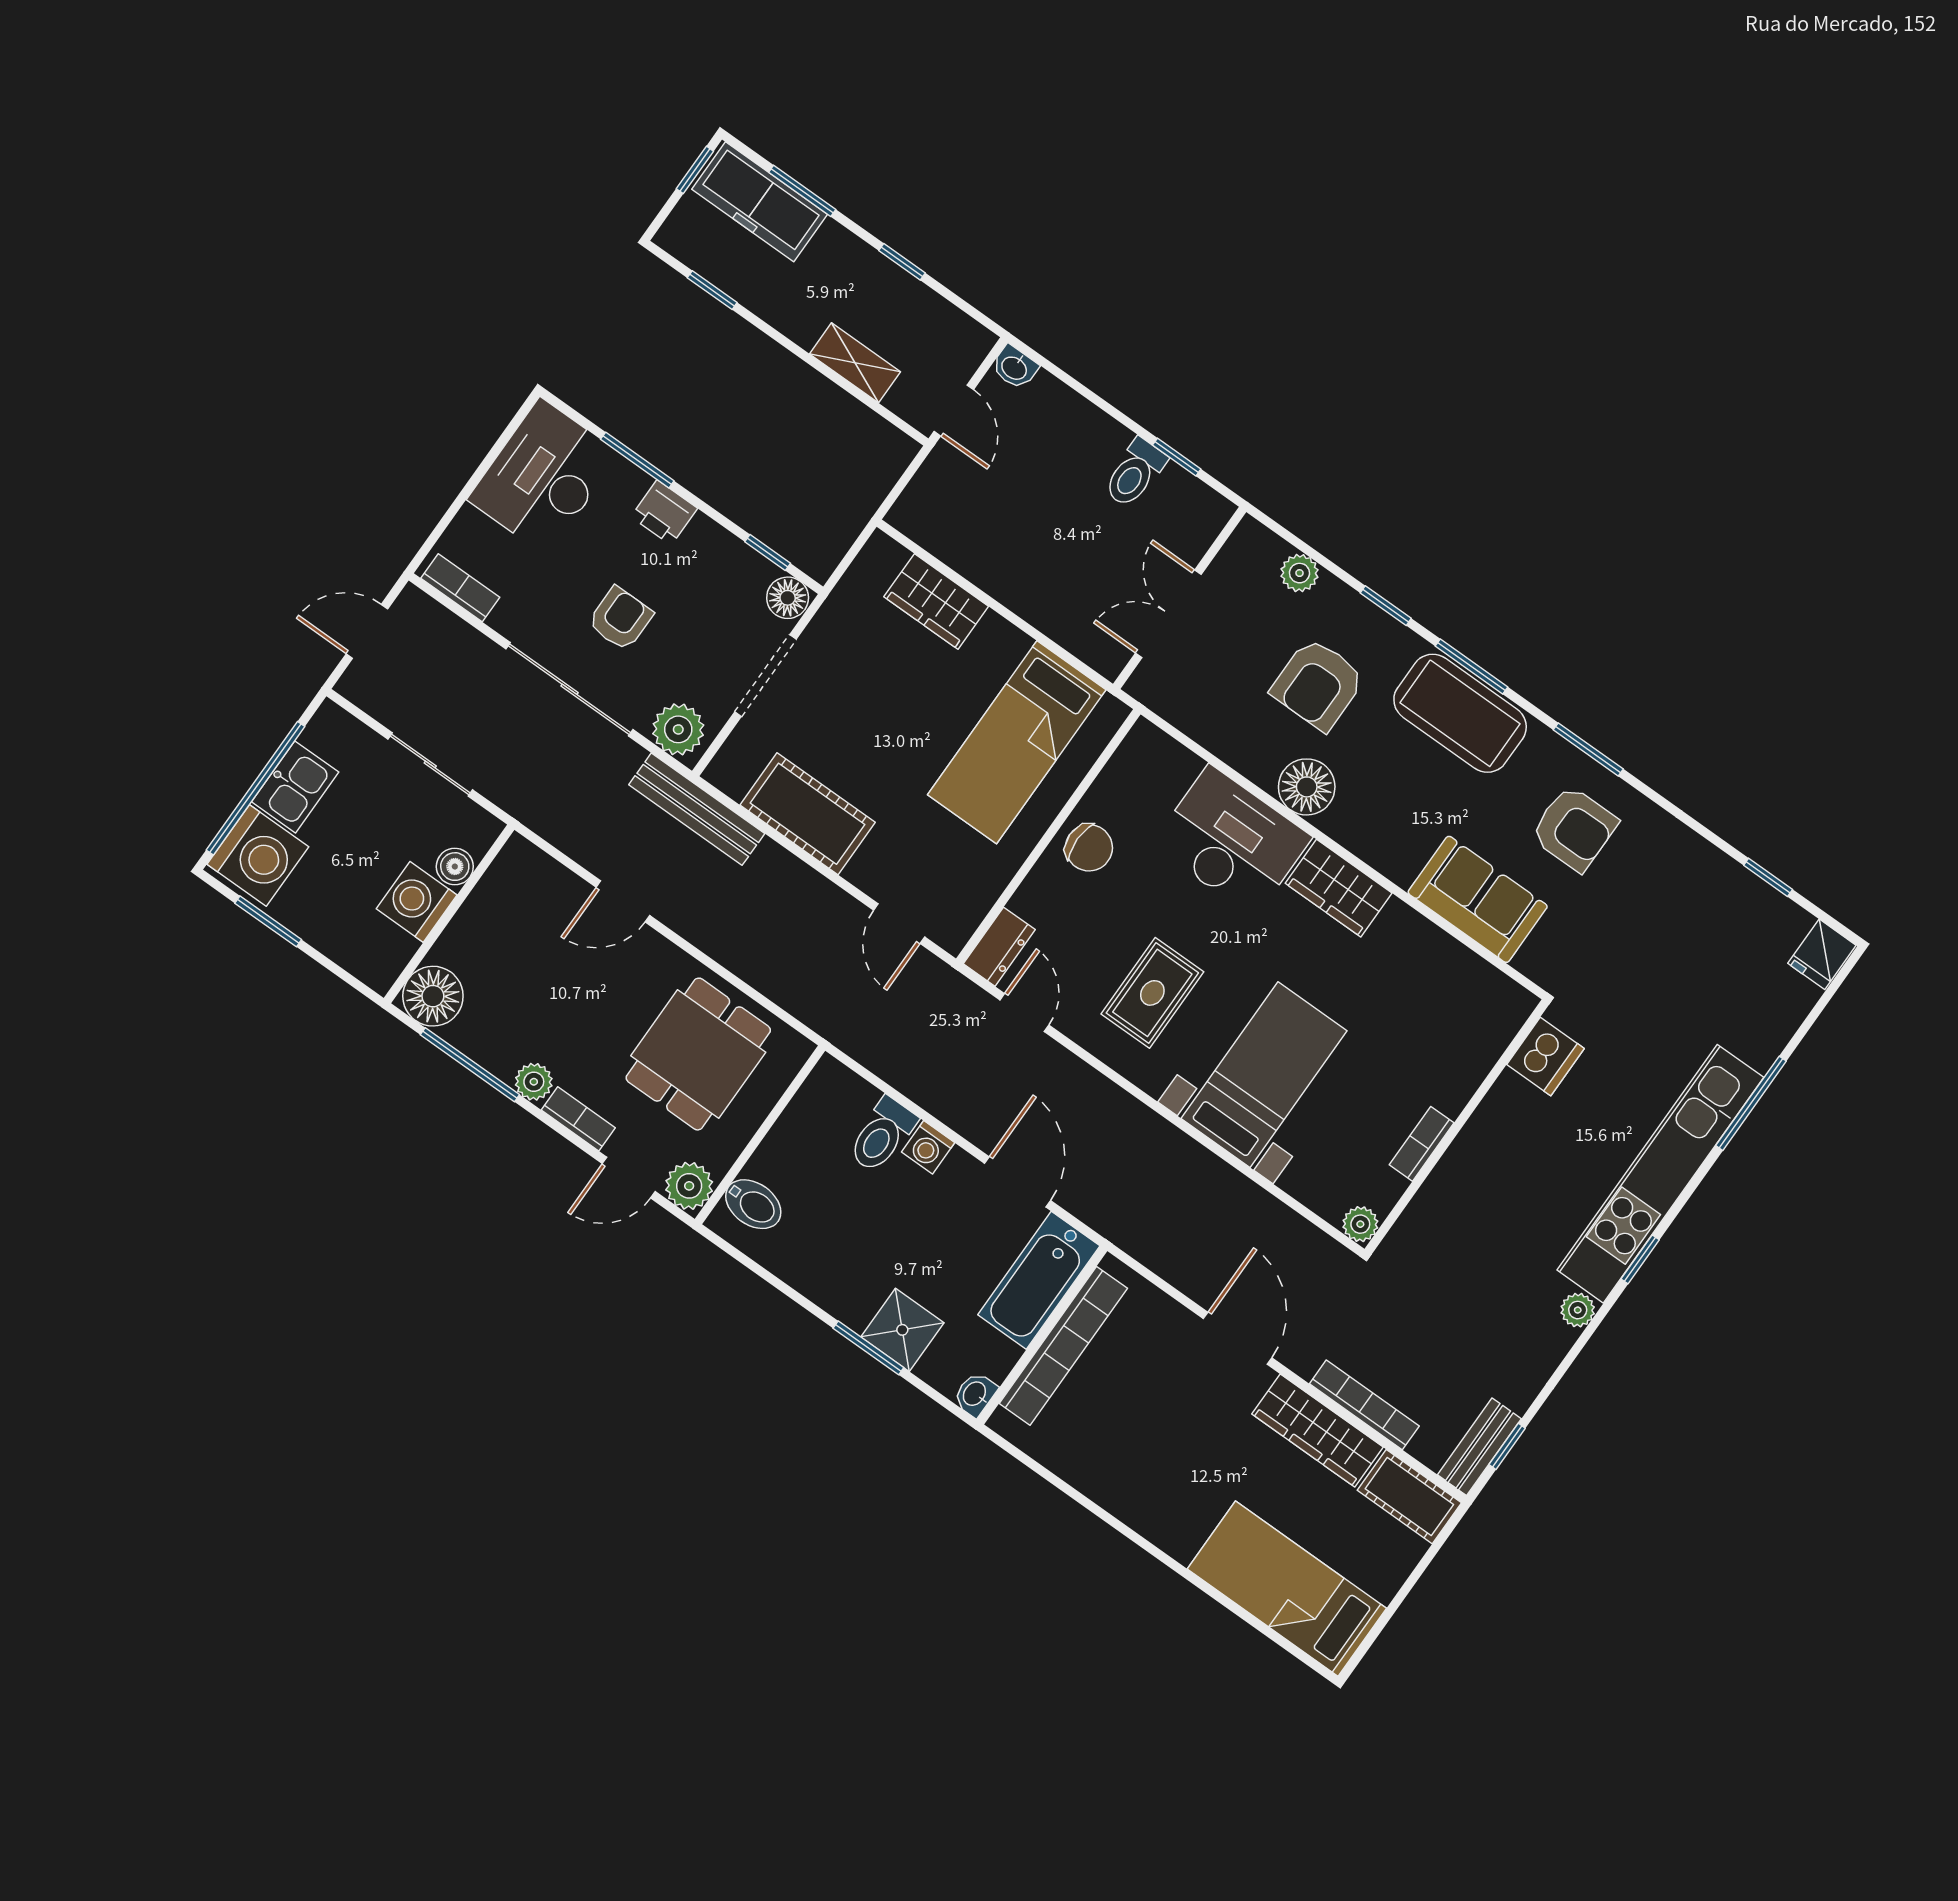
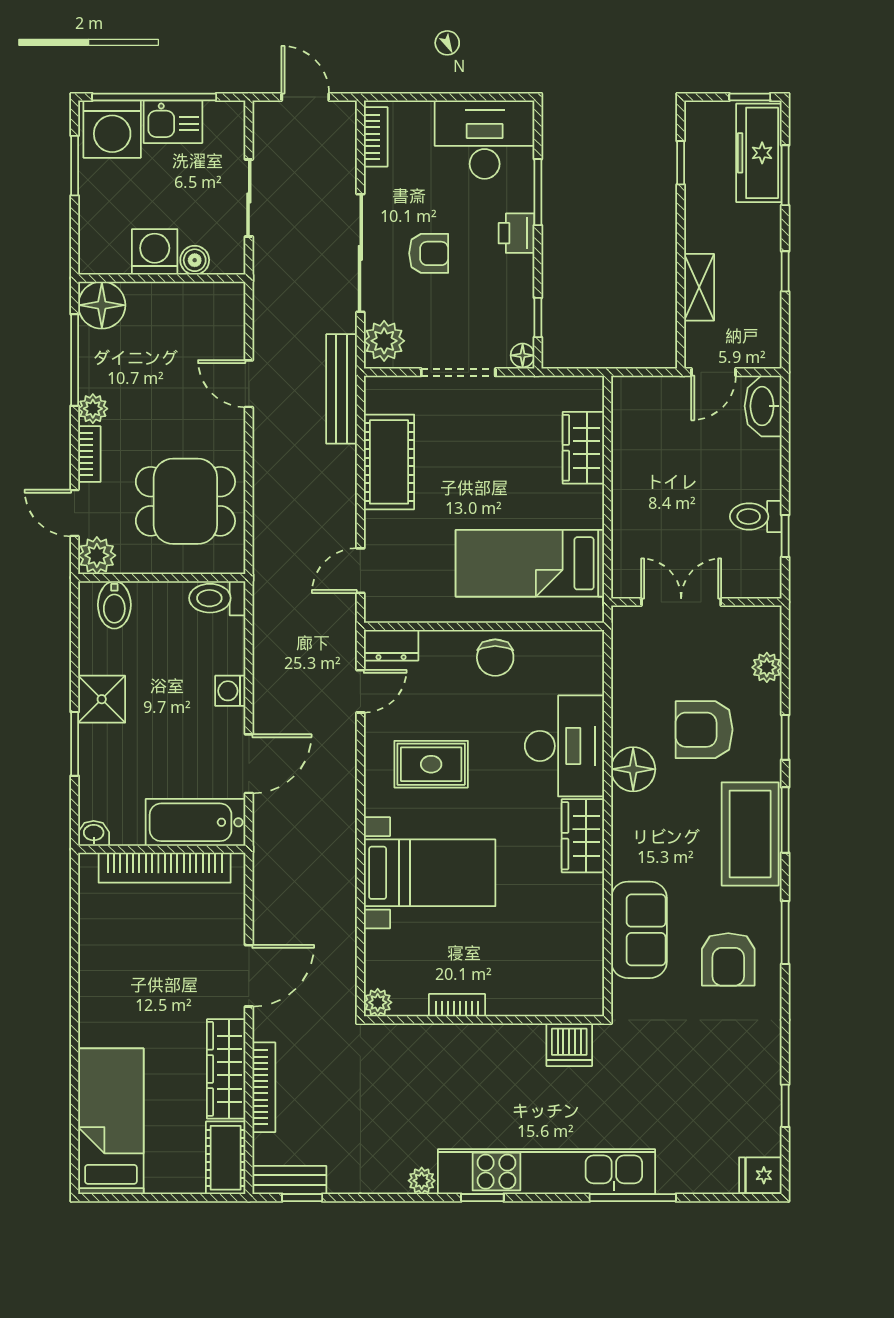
washbasin: (1015, 367) -> (763, 406), width x1.91, depth x1.45
floor lamp: (788, 598) -> (523, 355), width x0.73, depth x0.73
toilet: (882, 1135) -> (217, 598), moved
shower: (902, 1330) -> (102, 699), moved

